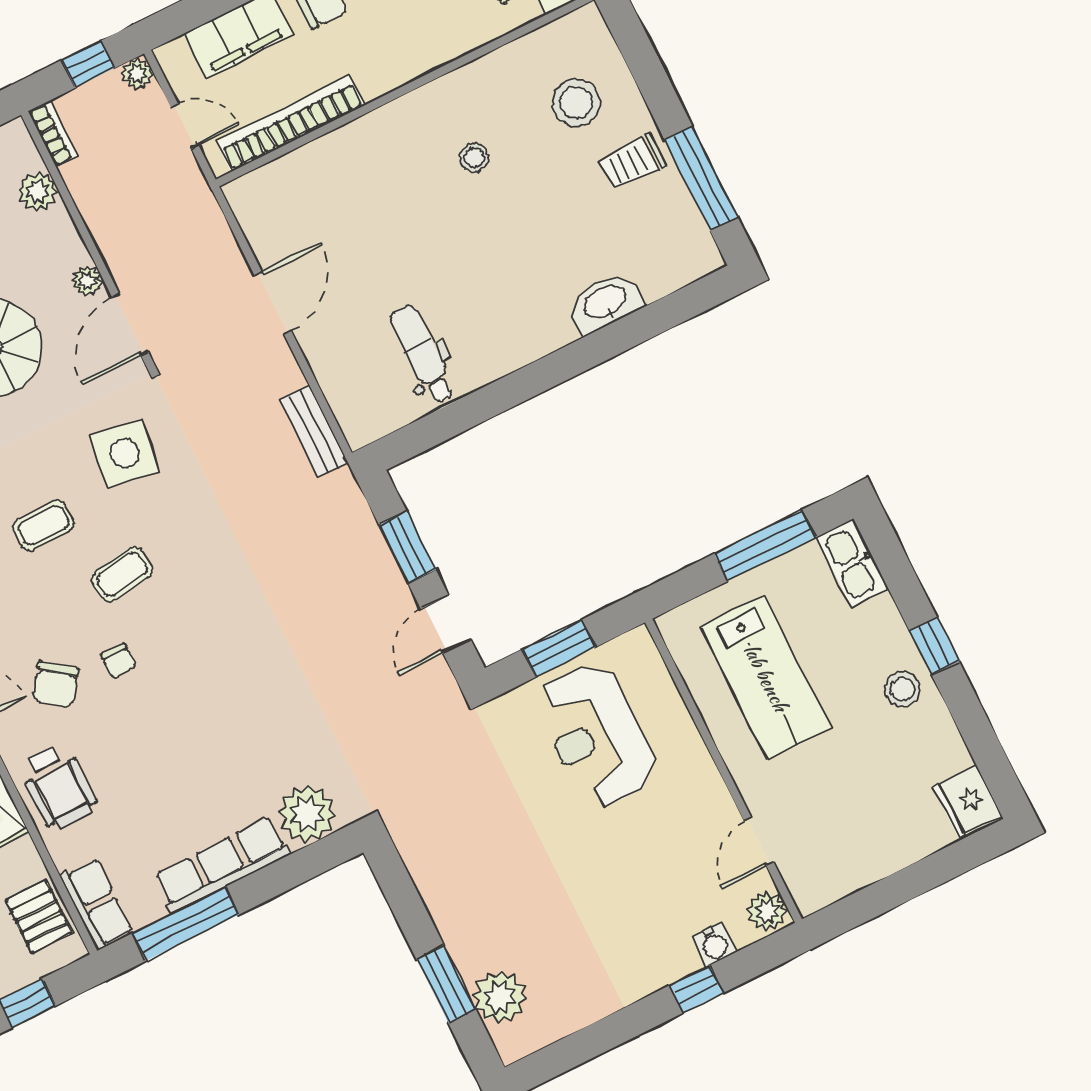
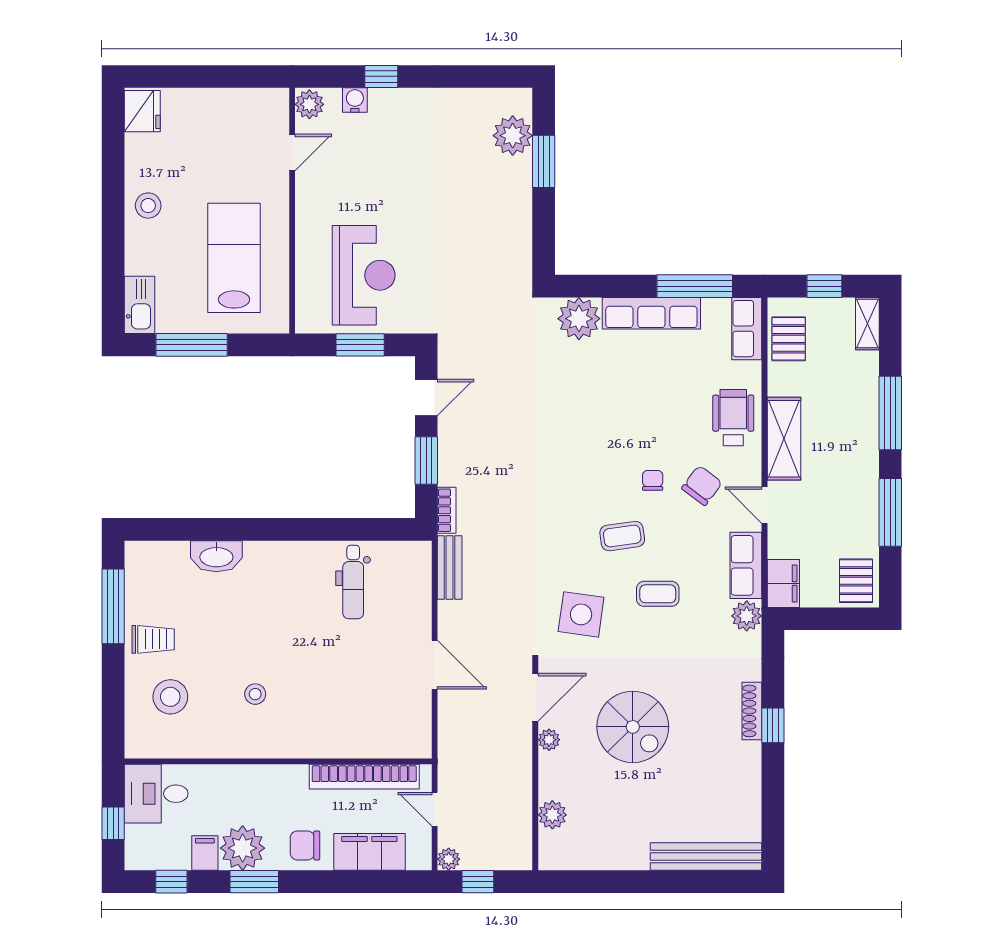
bookcase: (53, 134) -> (447, 510), moved, turned 180
door: (273, 303) -> (435, 665), swing flipped
window: (934, 646) -> (113, 224), removed

